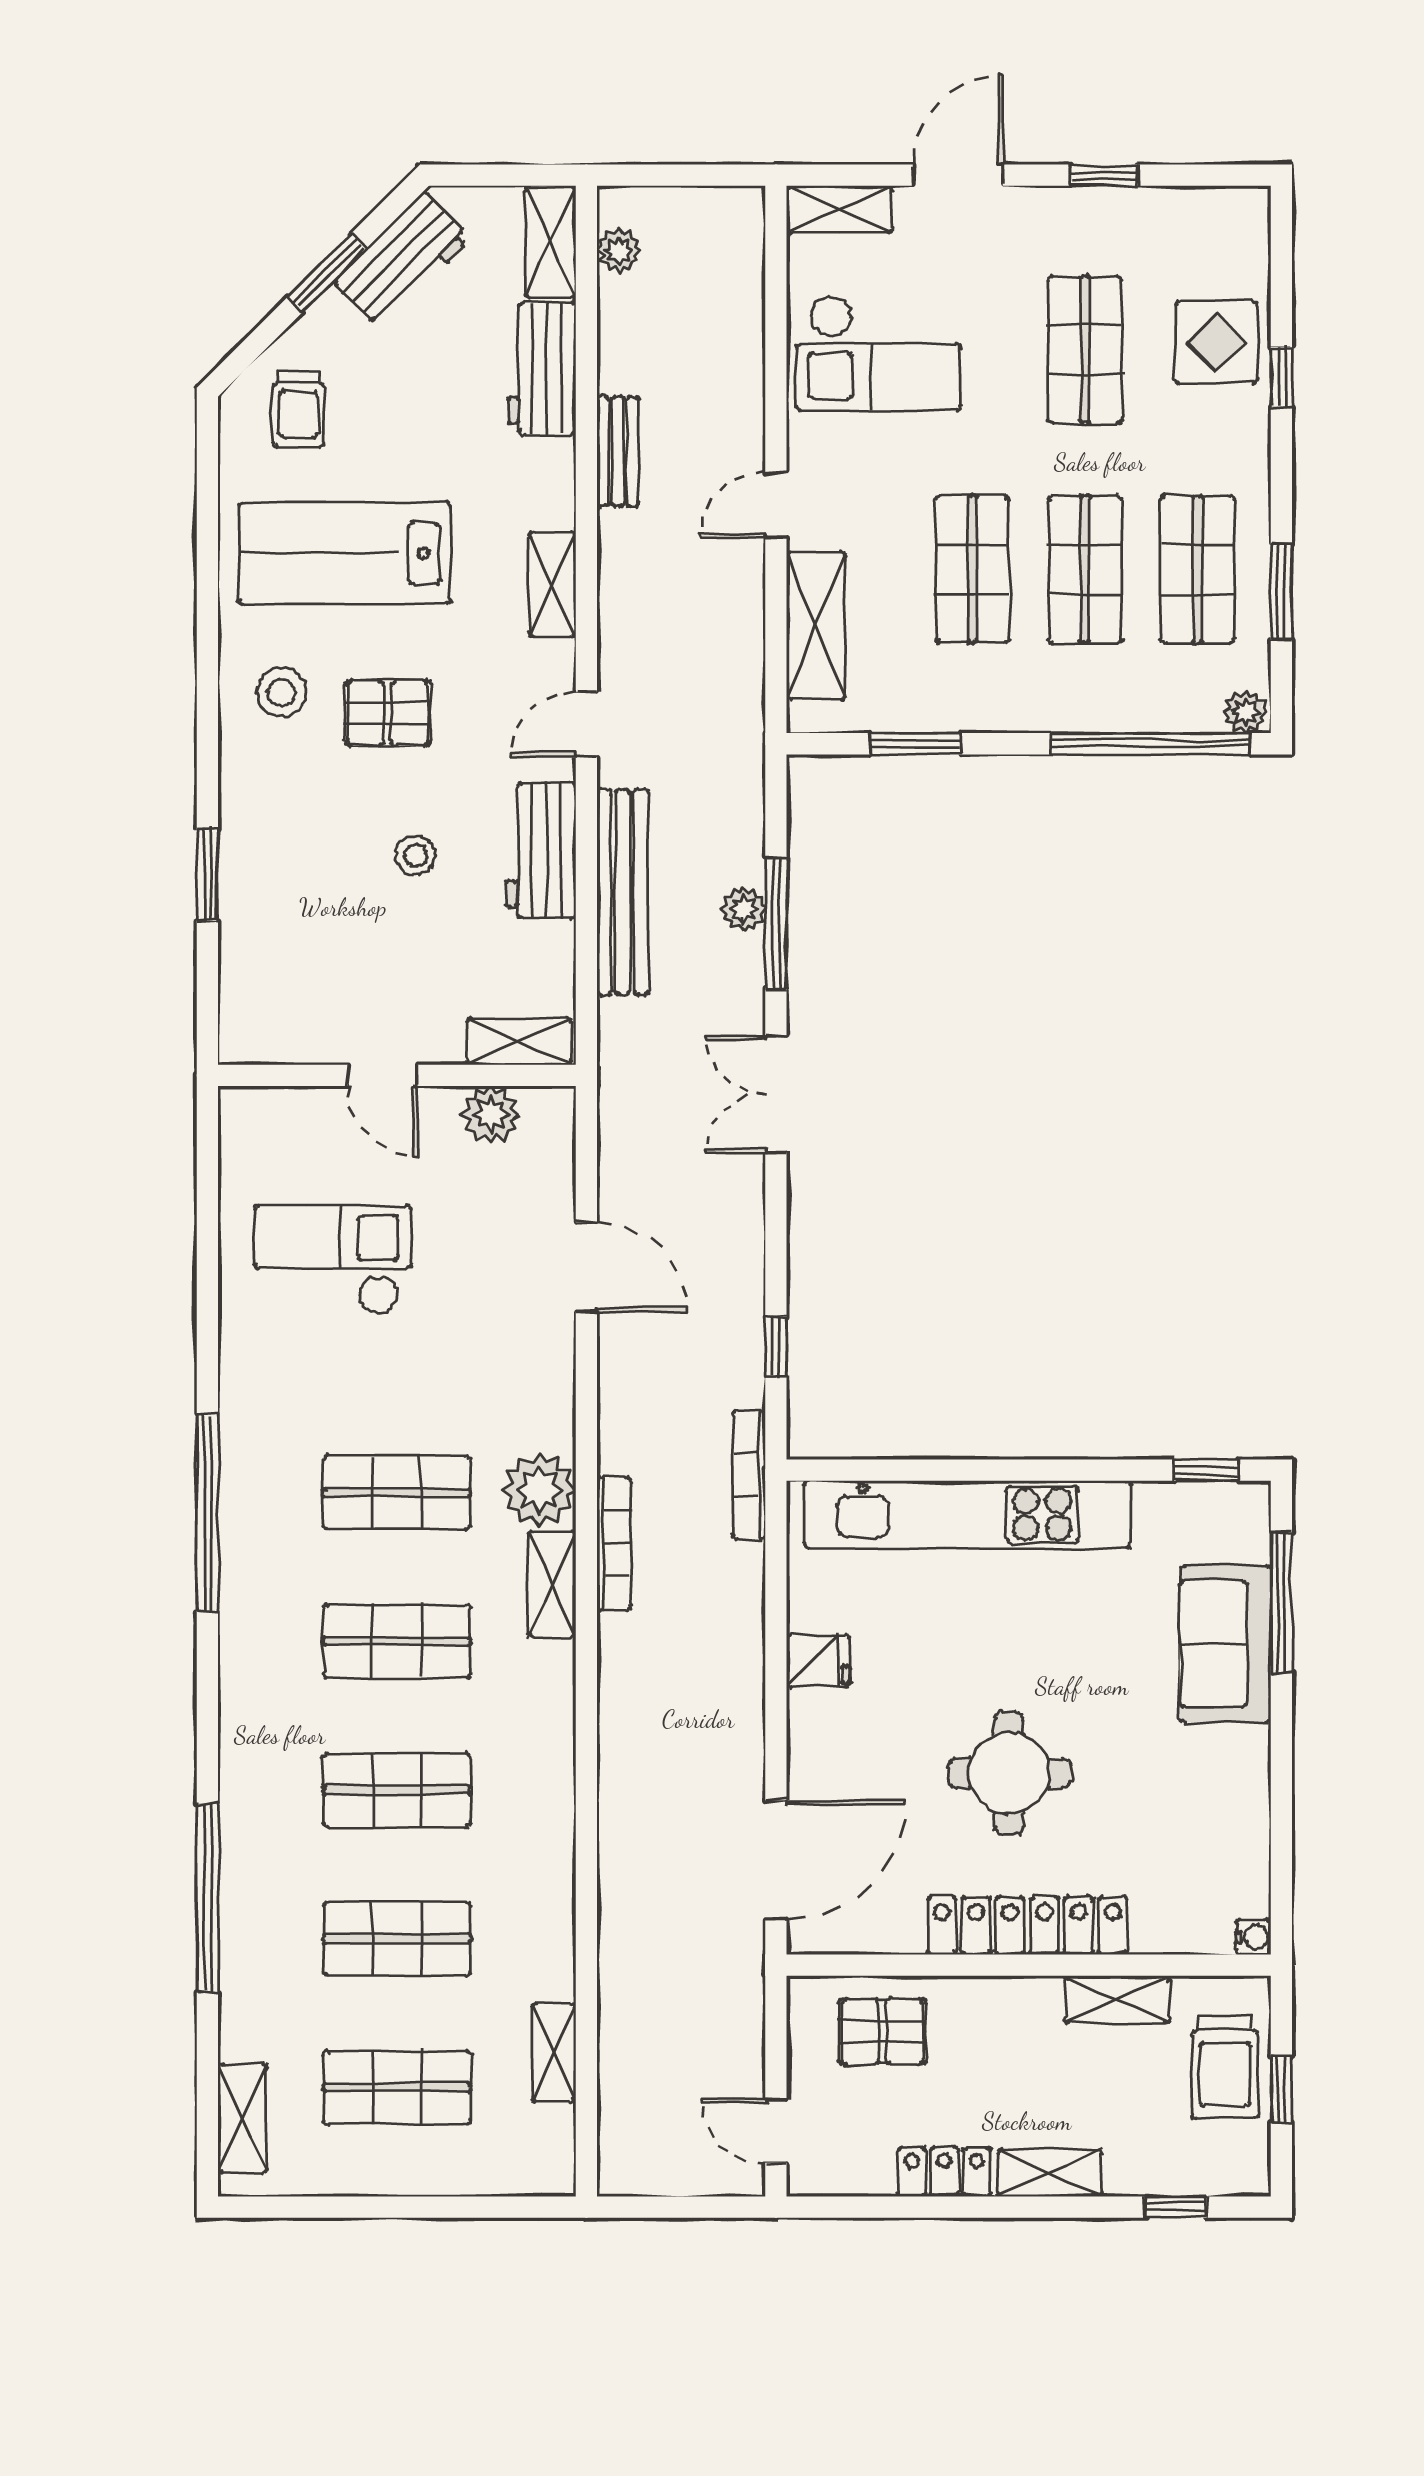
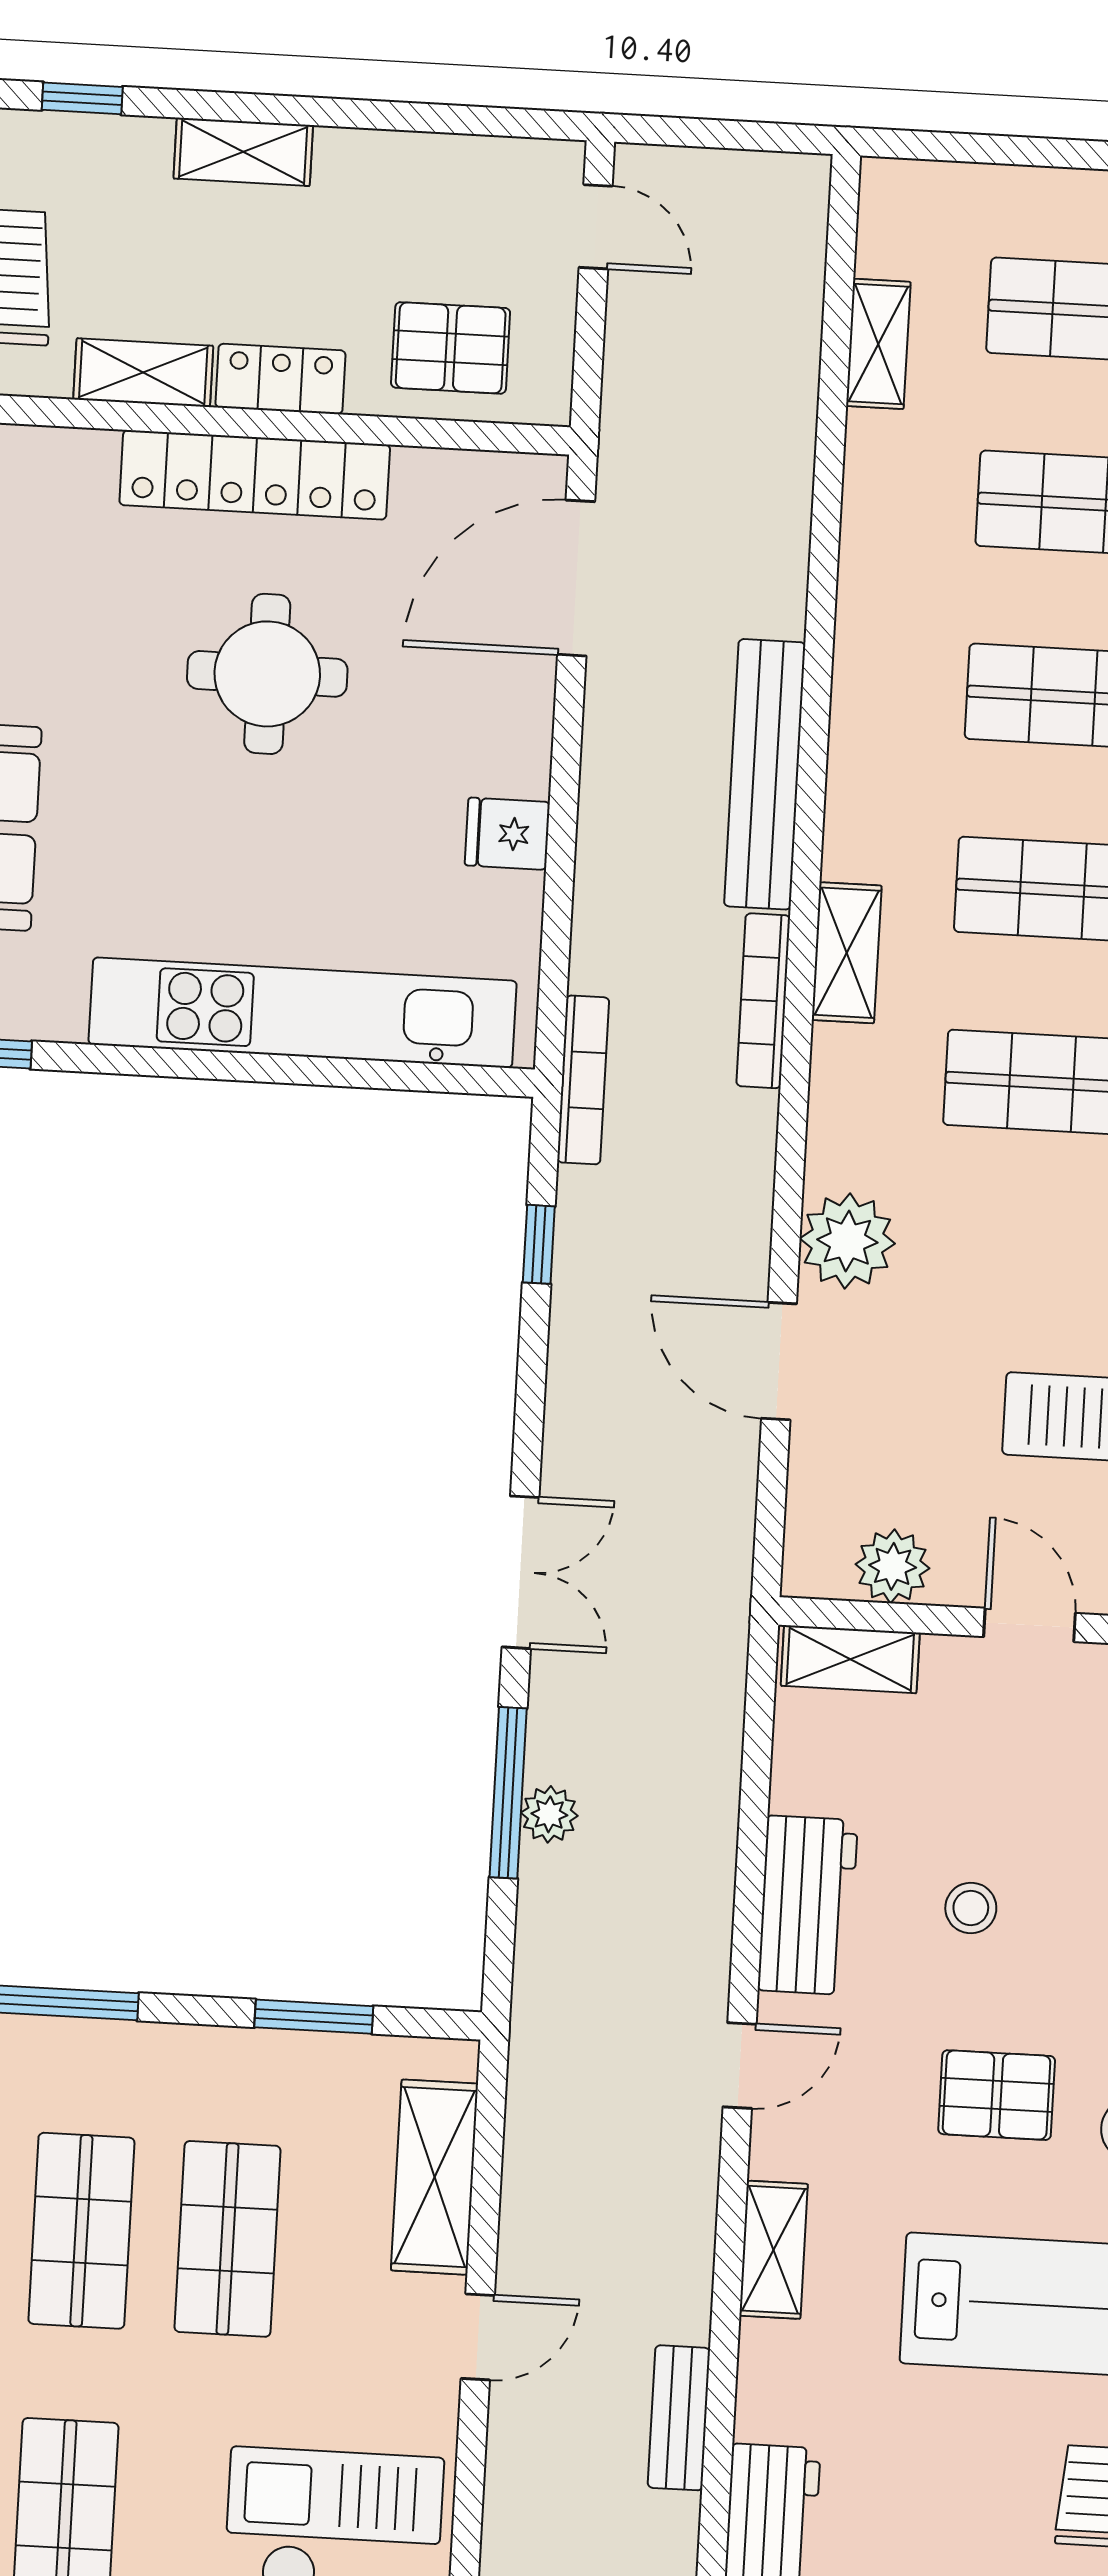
bench: (623, 892) -> (765, 774), moved
plant: (539, 1490) -> (847, 1241), moved
locker: (944, 2172) -> (280, 379), moved, turned 180

